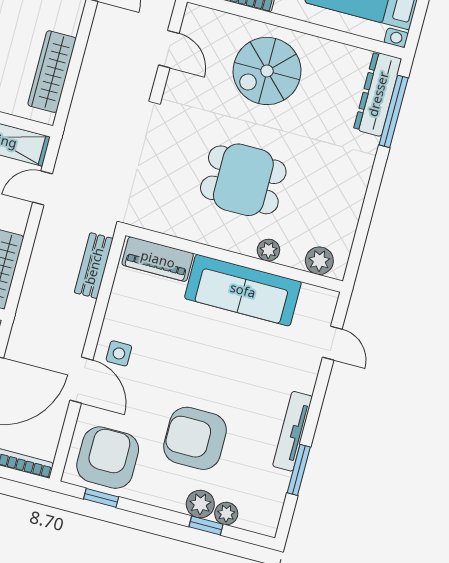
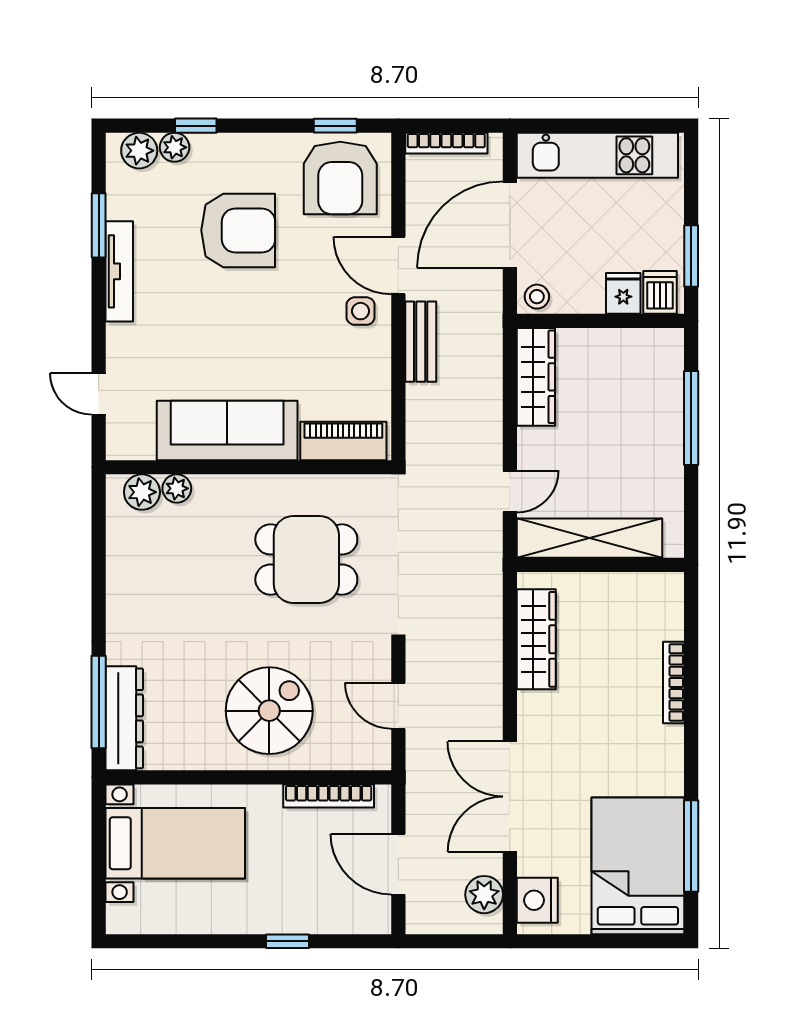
dining table: (243, 180) -> (306, 559), moved
plant: (268, 250) -> (177, 488), moved
bench: (94, 266) -> (421, 342), moved
plant: (200, 504) -> (139, 151), moved

